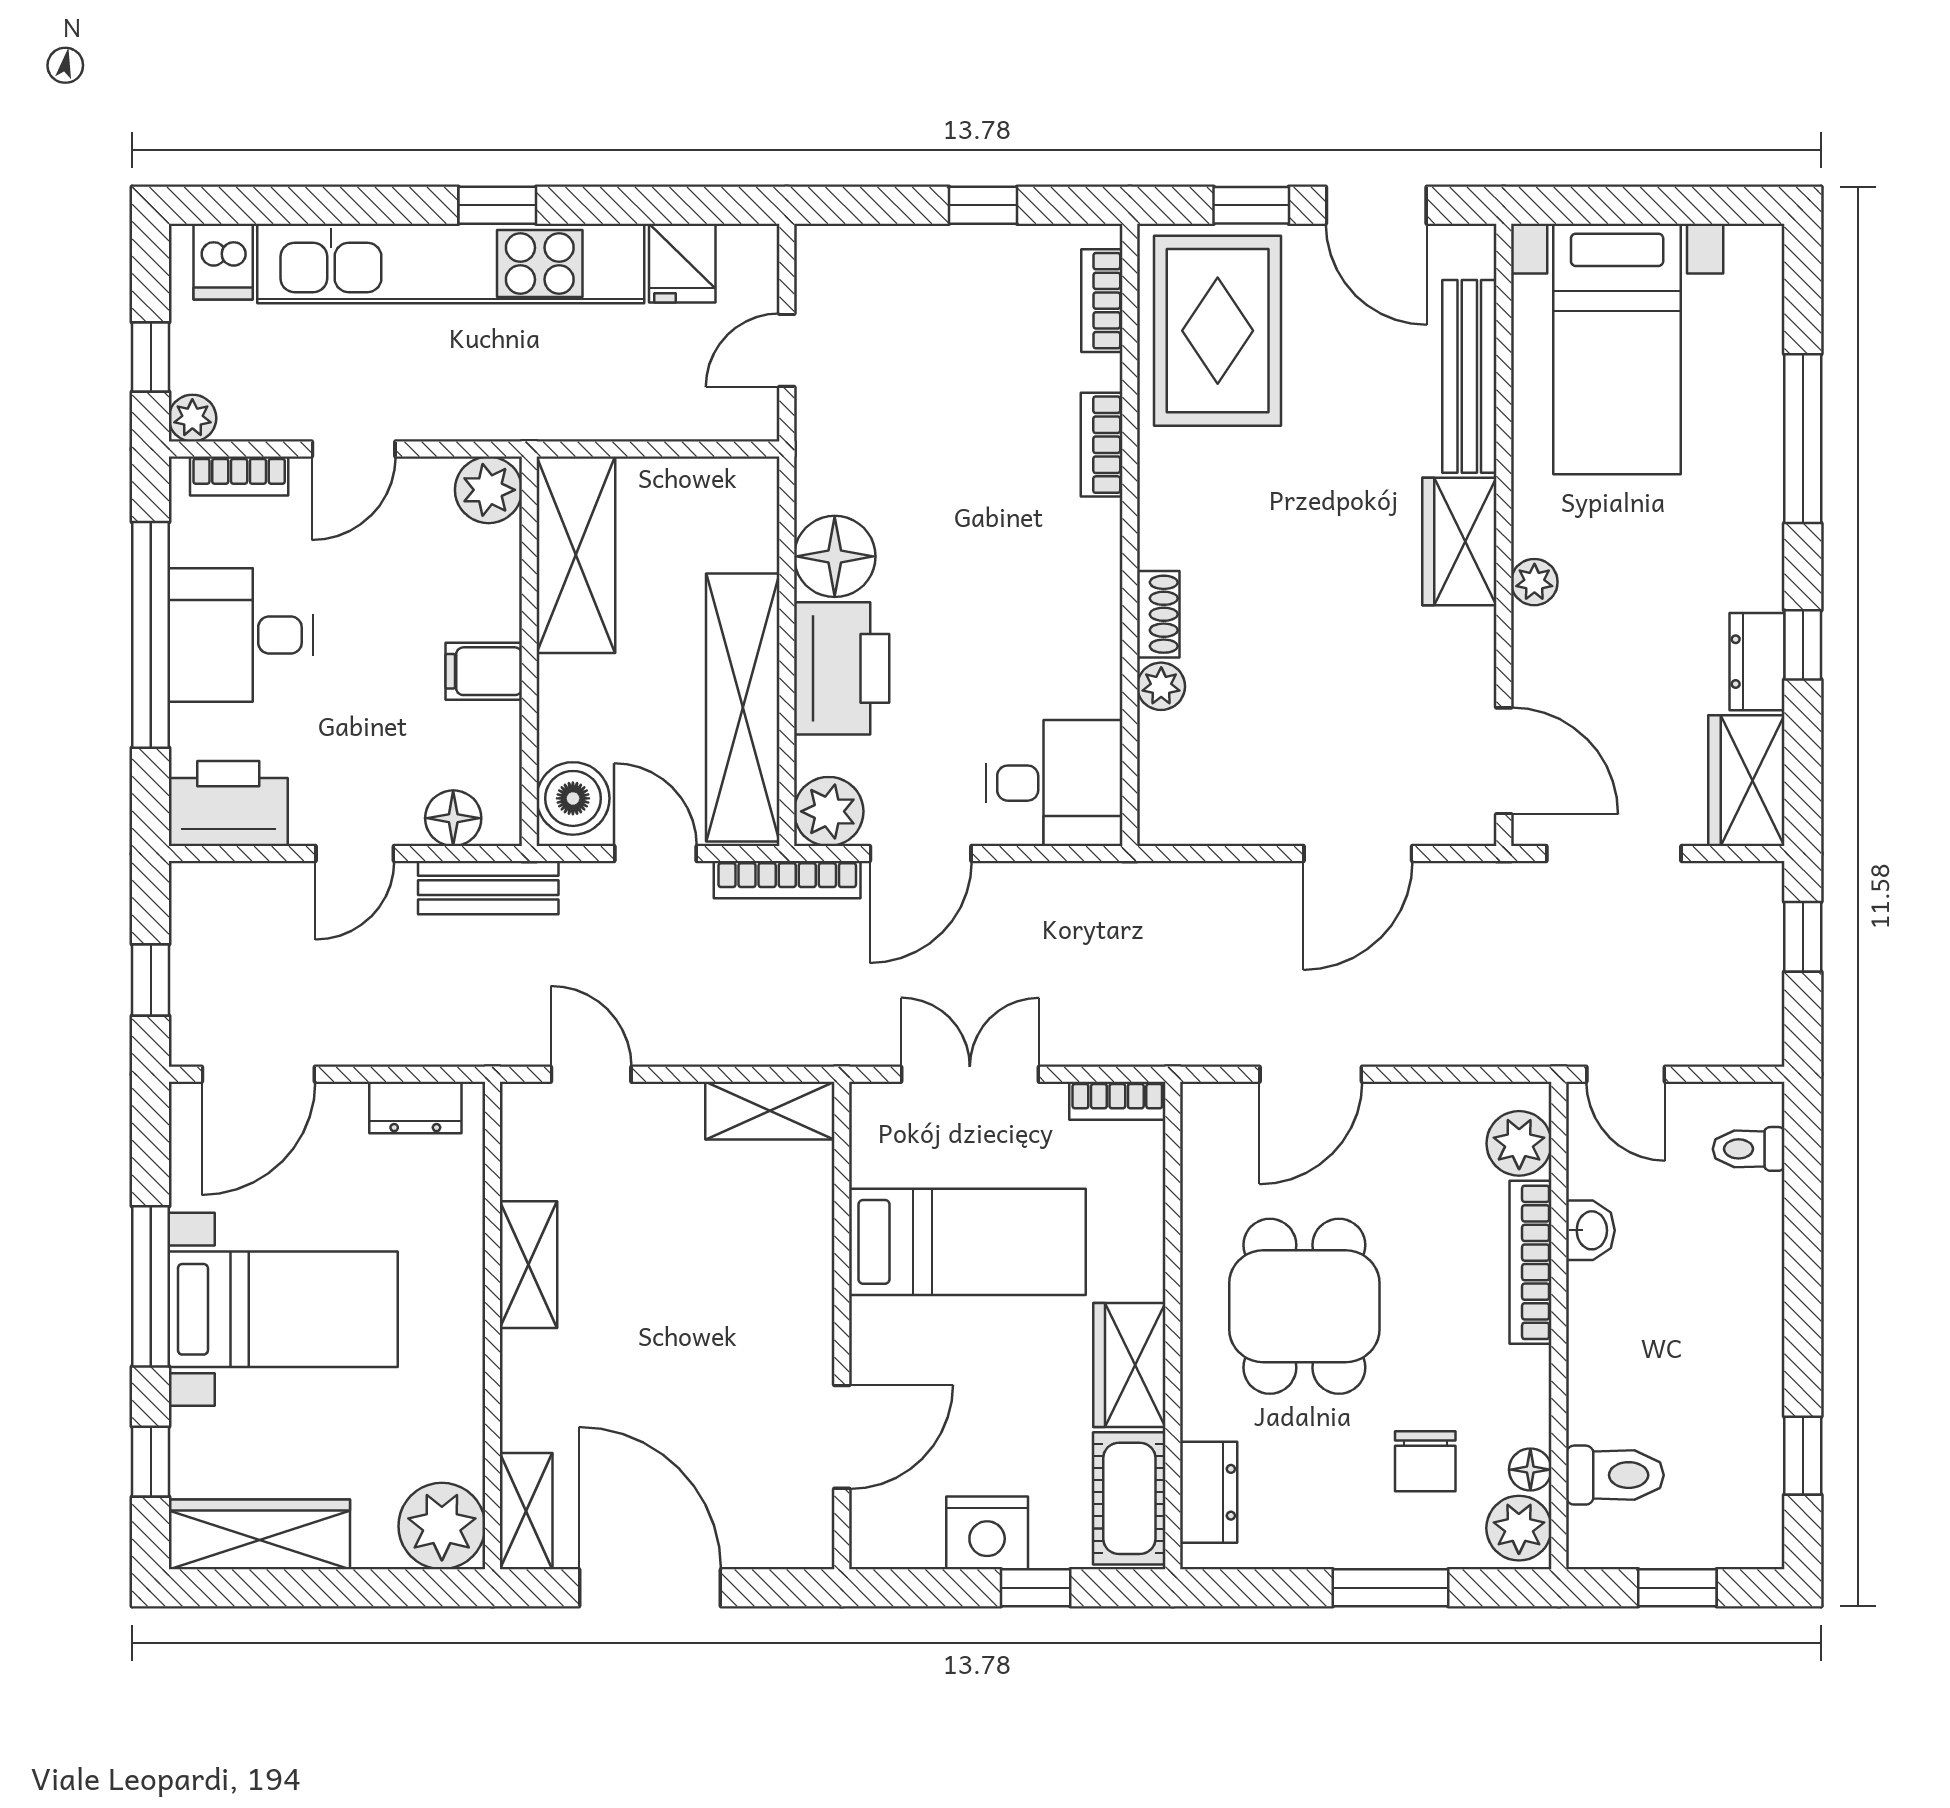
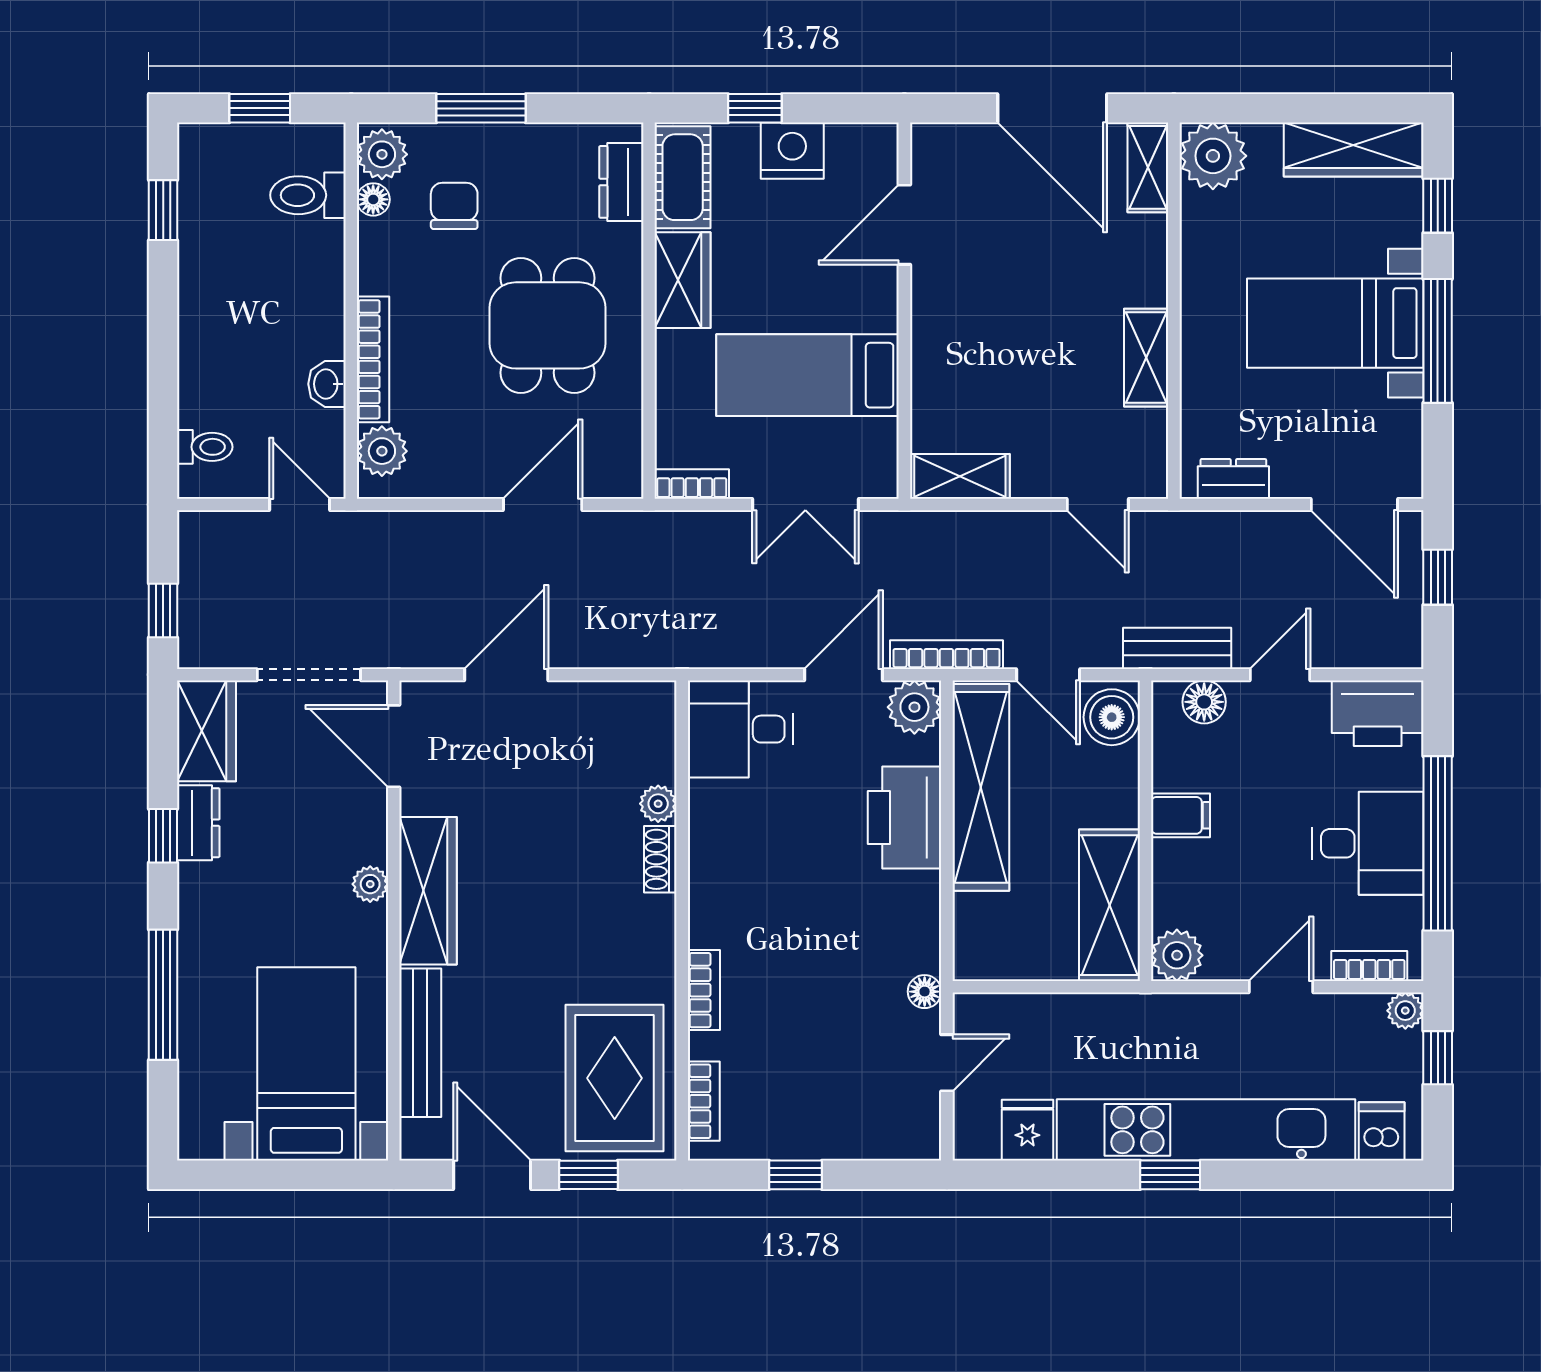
wardrobe: (1459, 542) -> (428, 891), width x1.50
floor lamp: (835, 556) -> (925, 992), moved, width x0.53, depth x0.53
door: (258, 1074) -> (1354, 504), swing flipped

